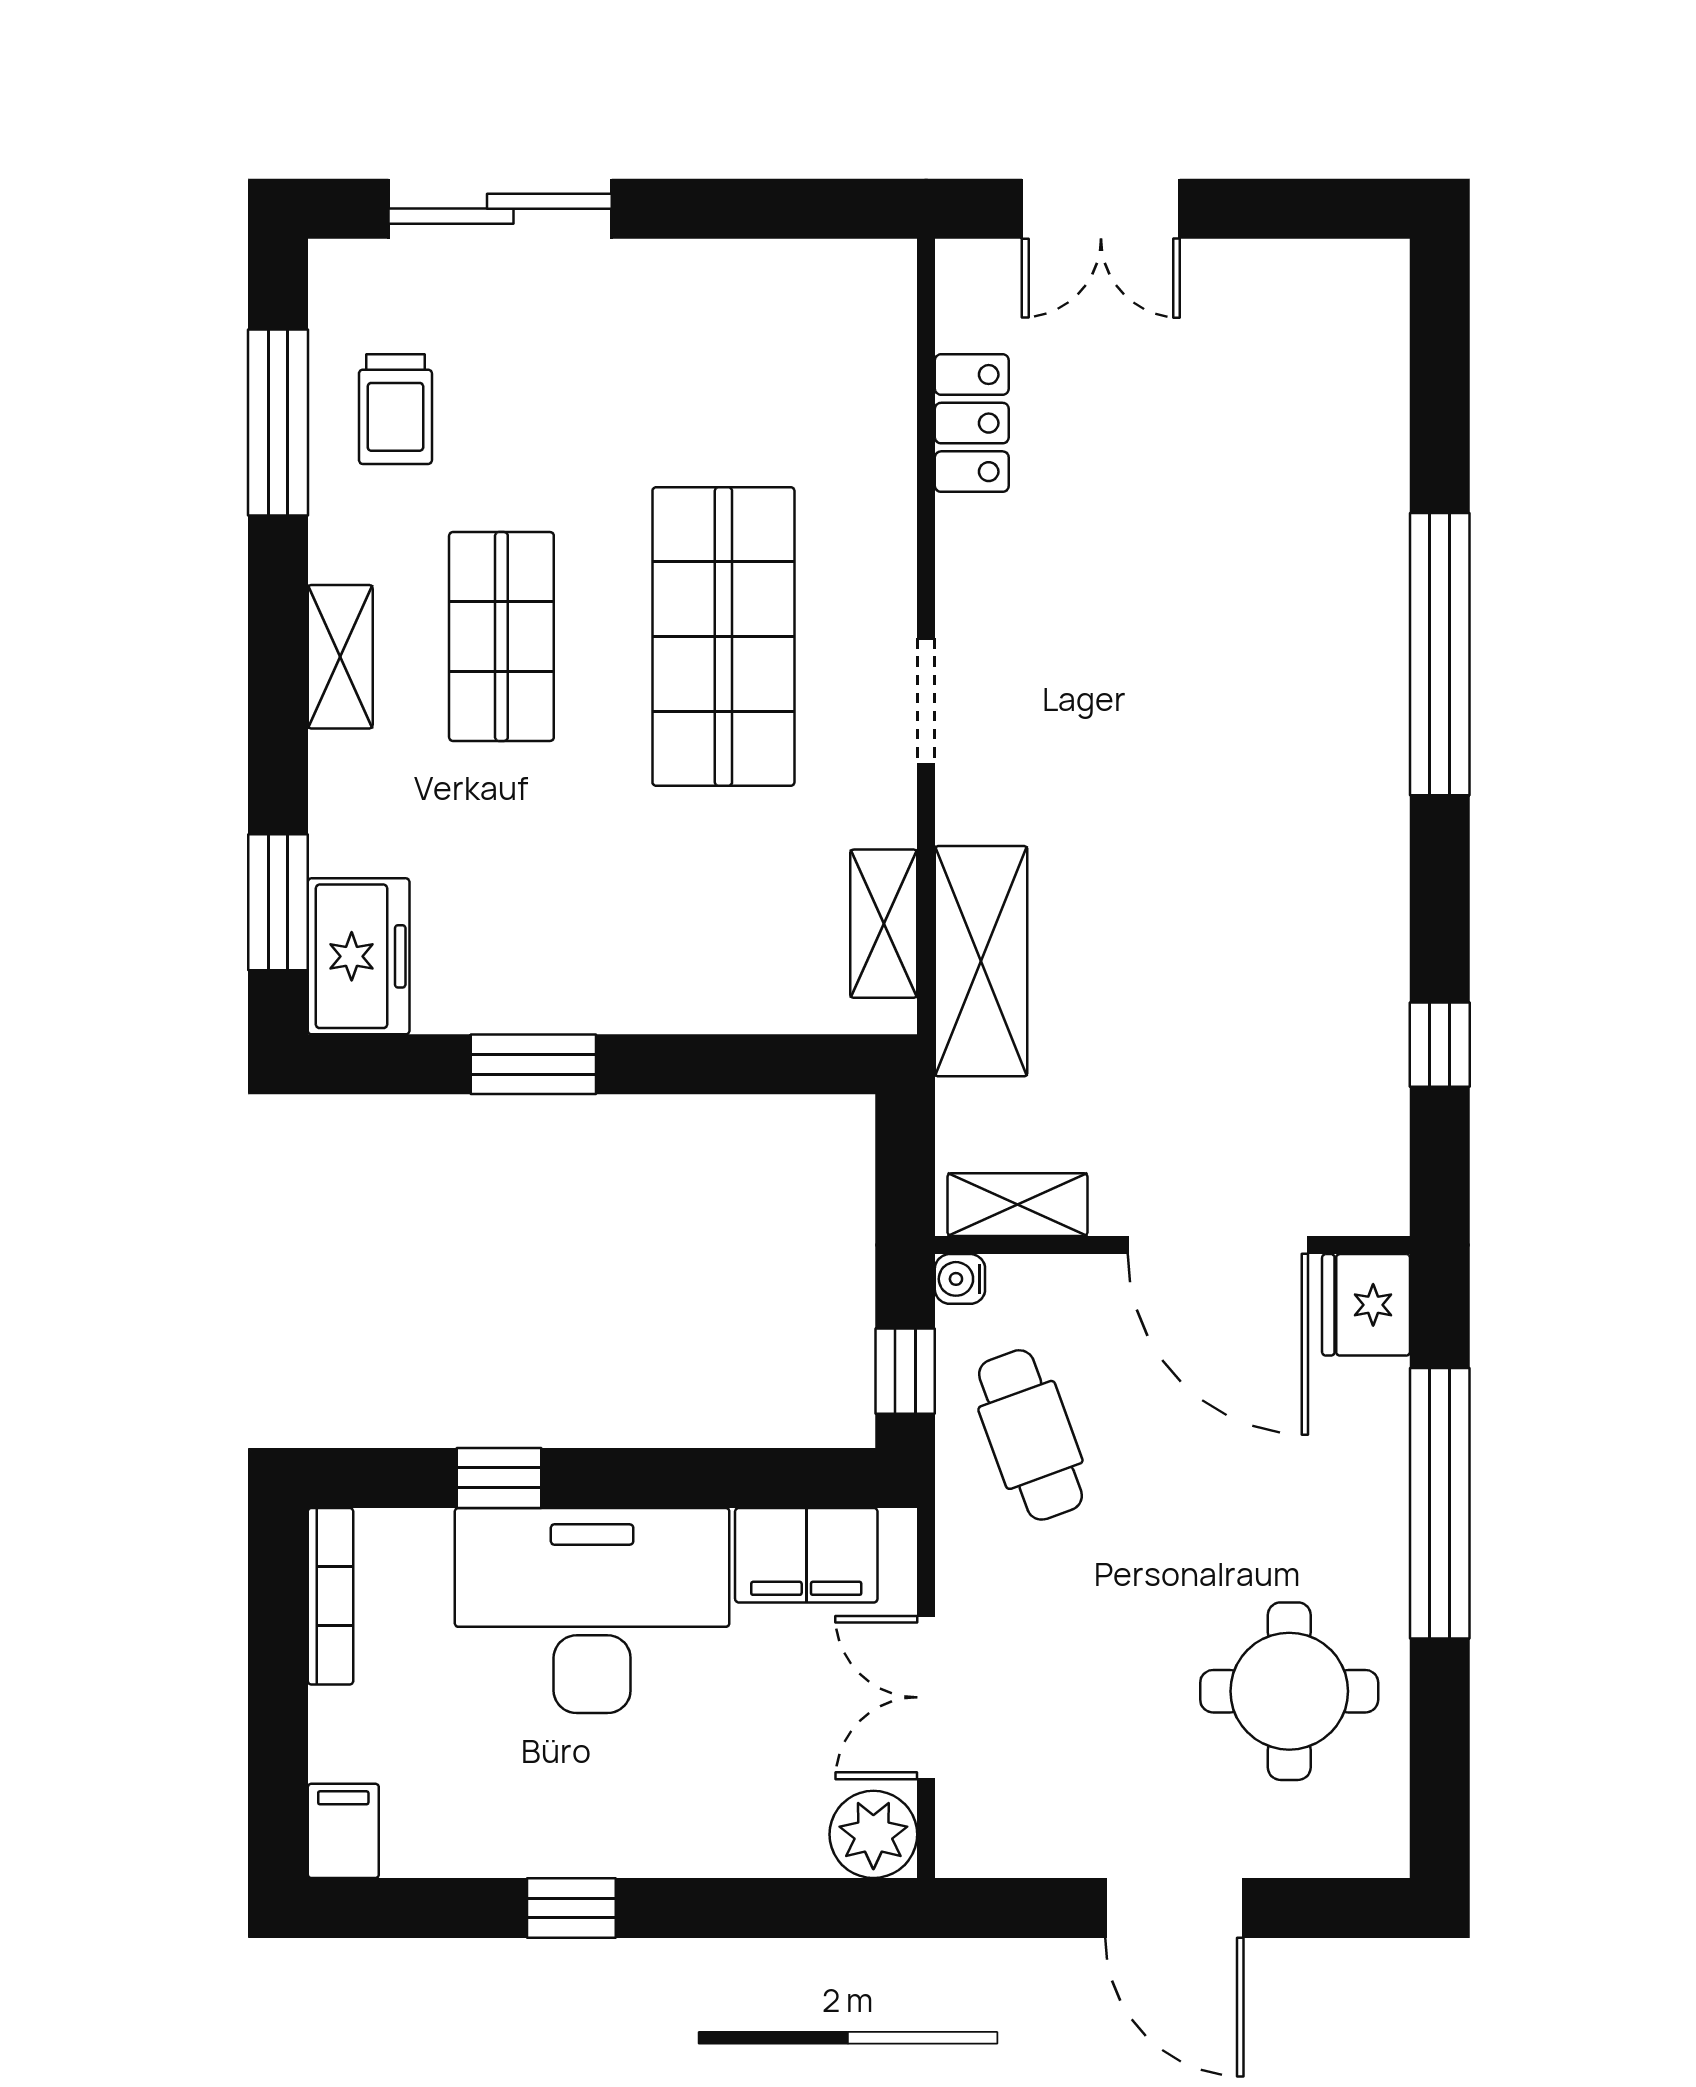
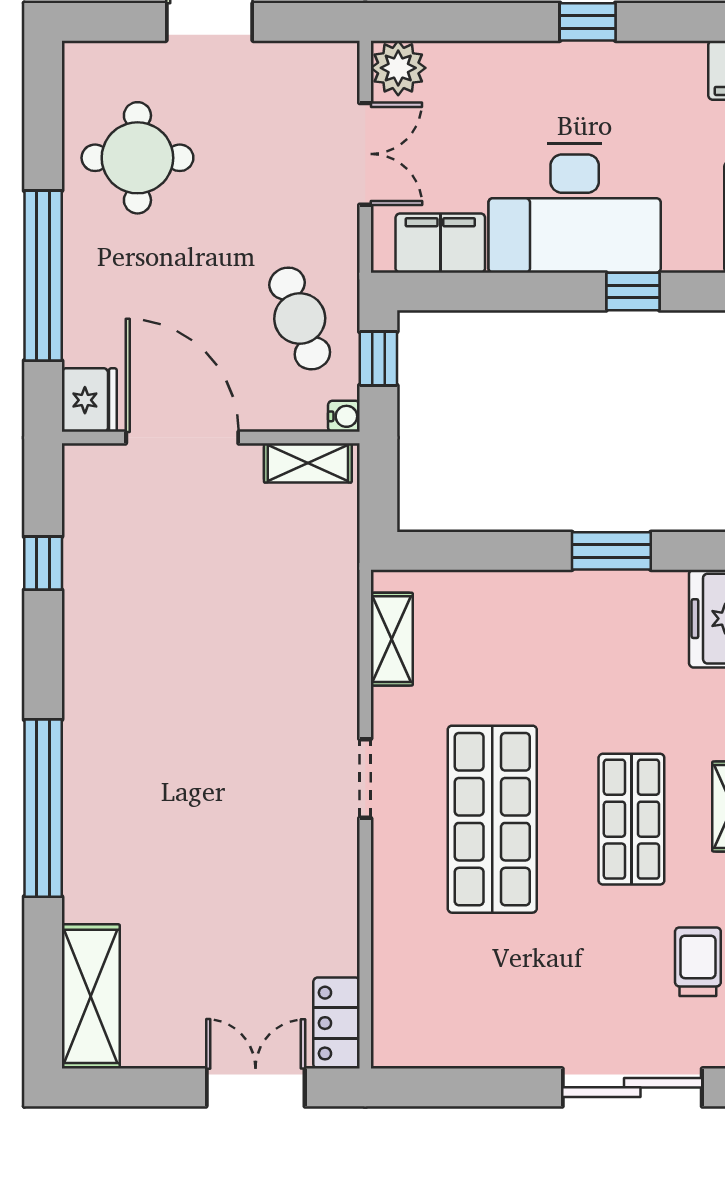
locker: (972, 423) -> (337, 1023), moved
shelving: (981, 961) -> (91, 996), moved

